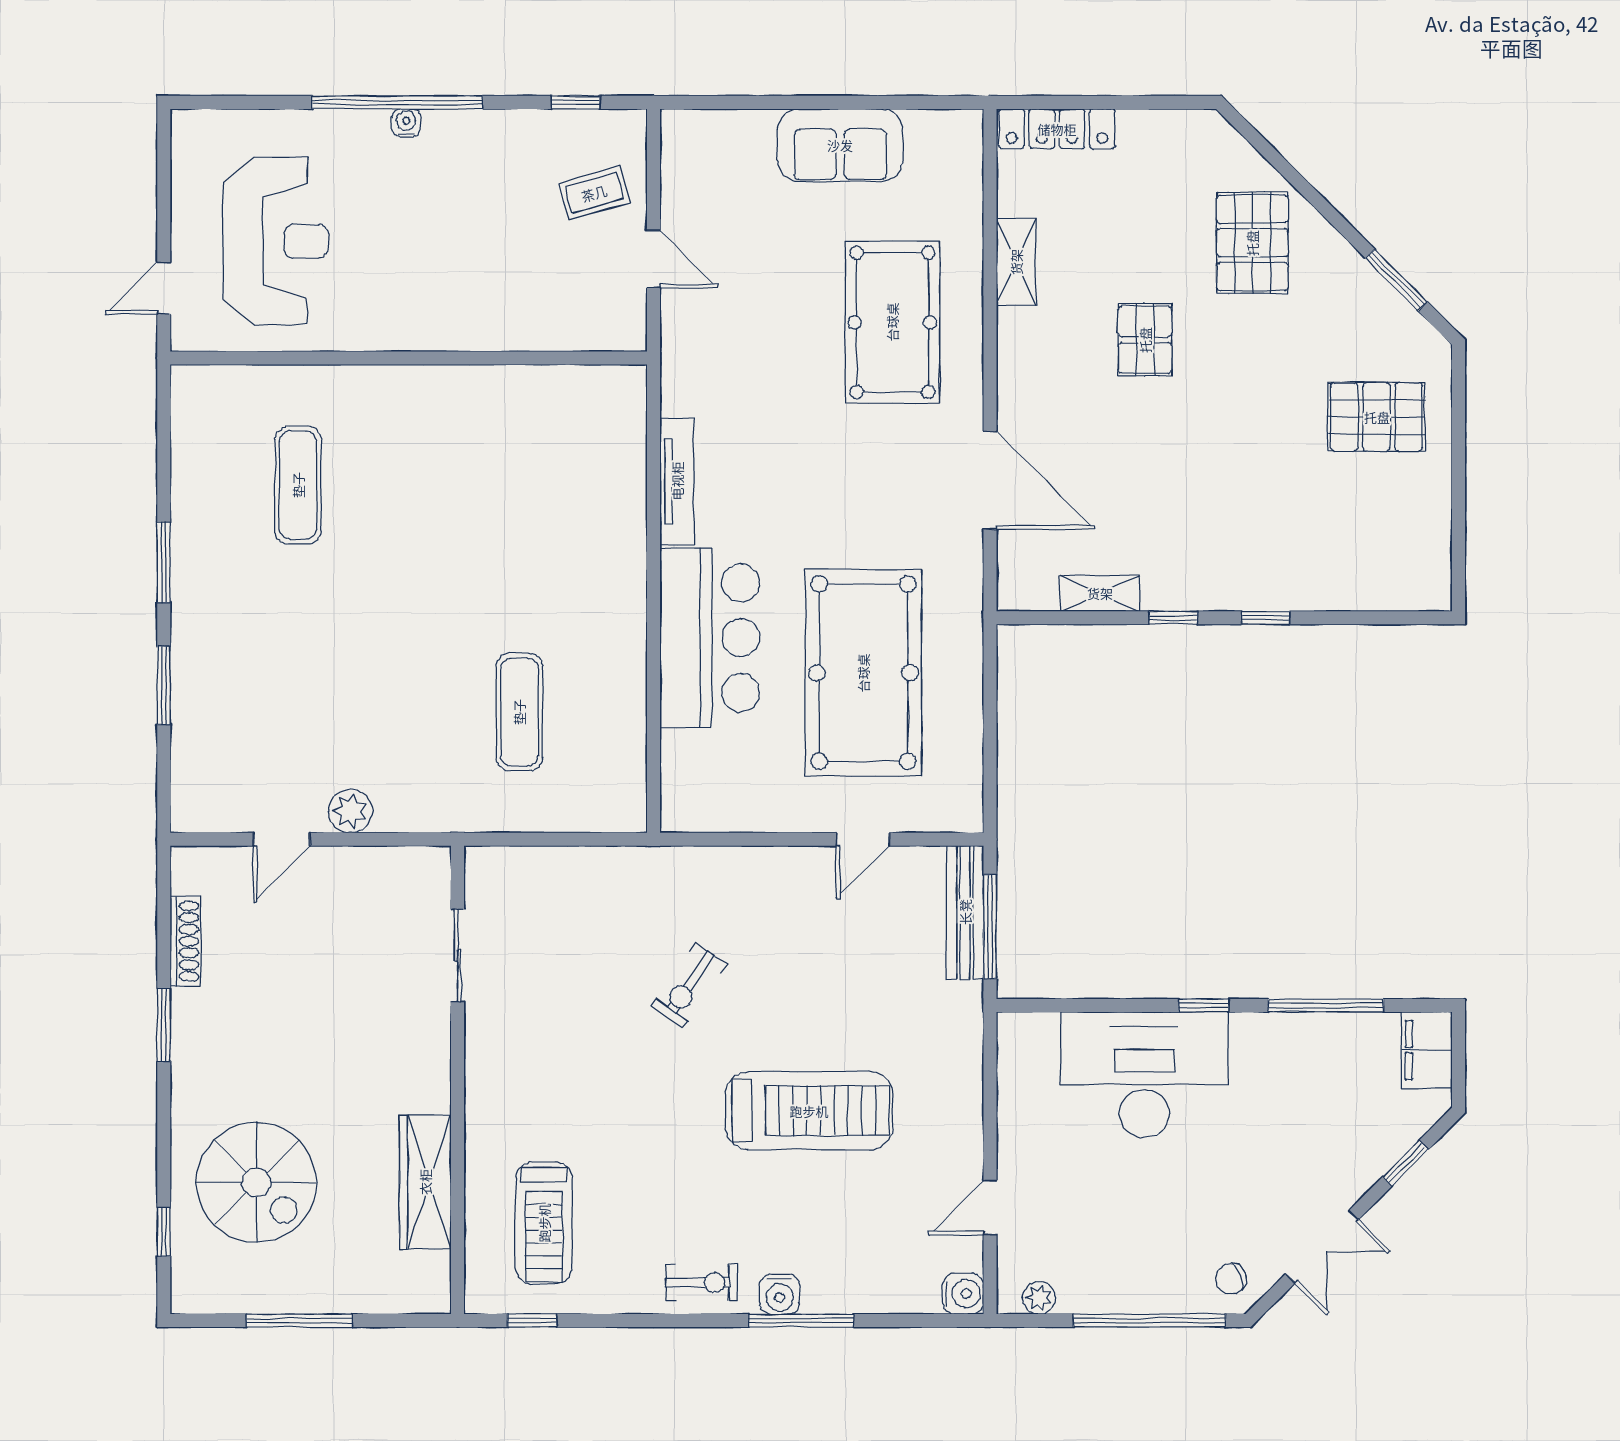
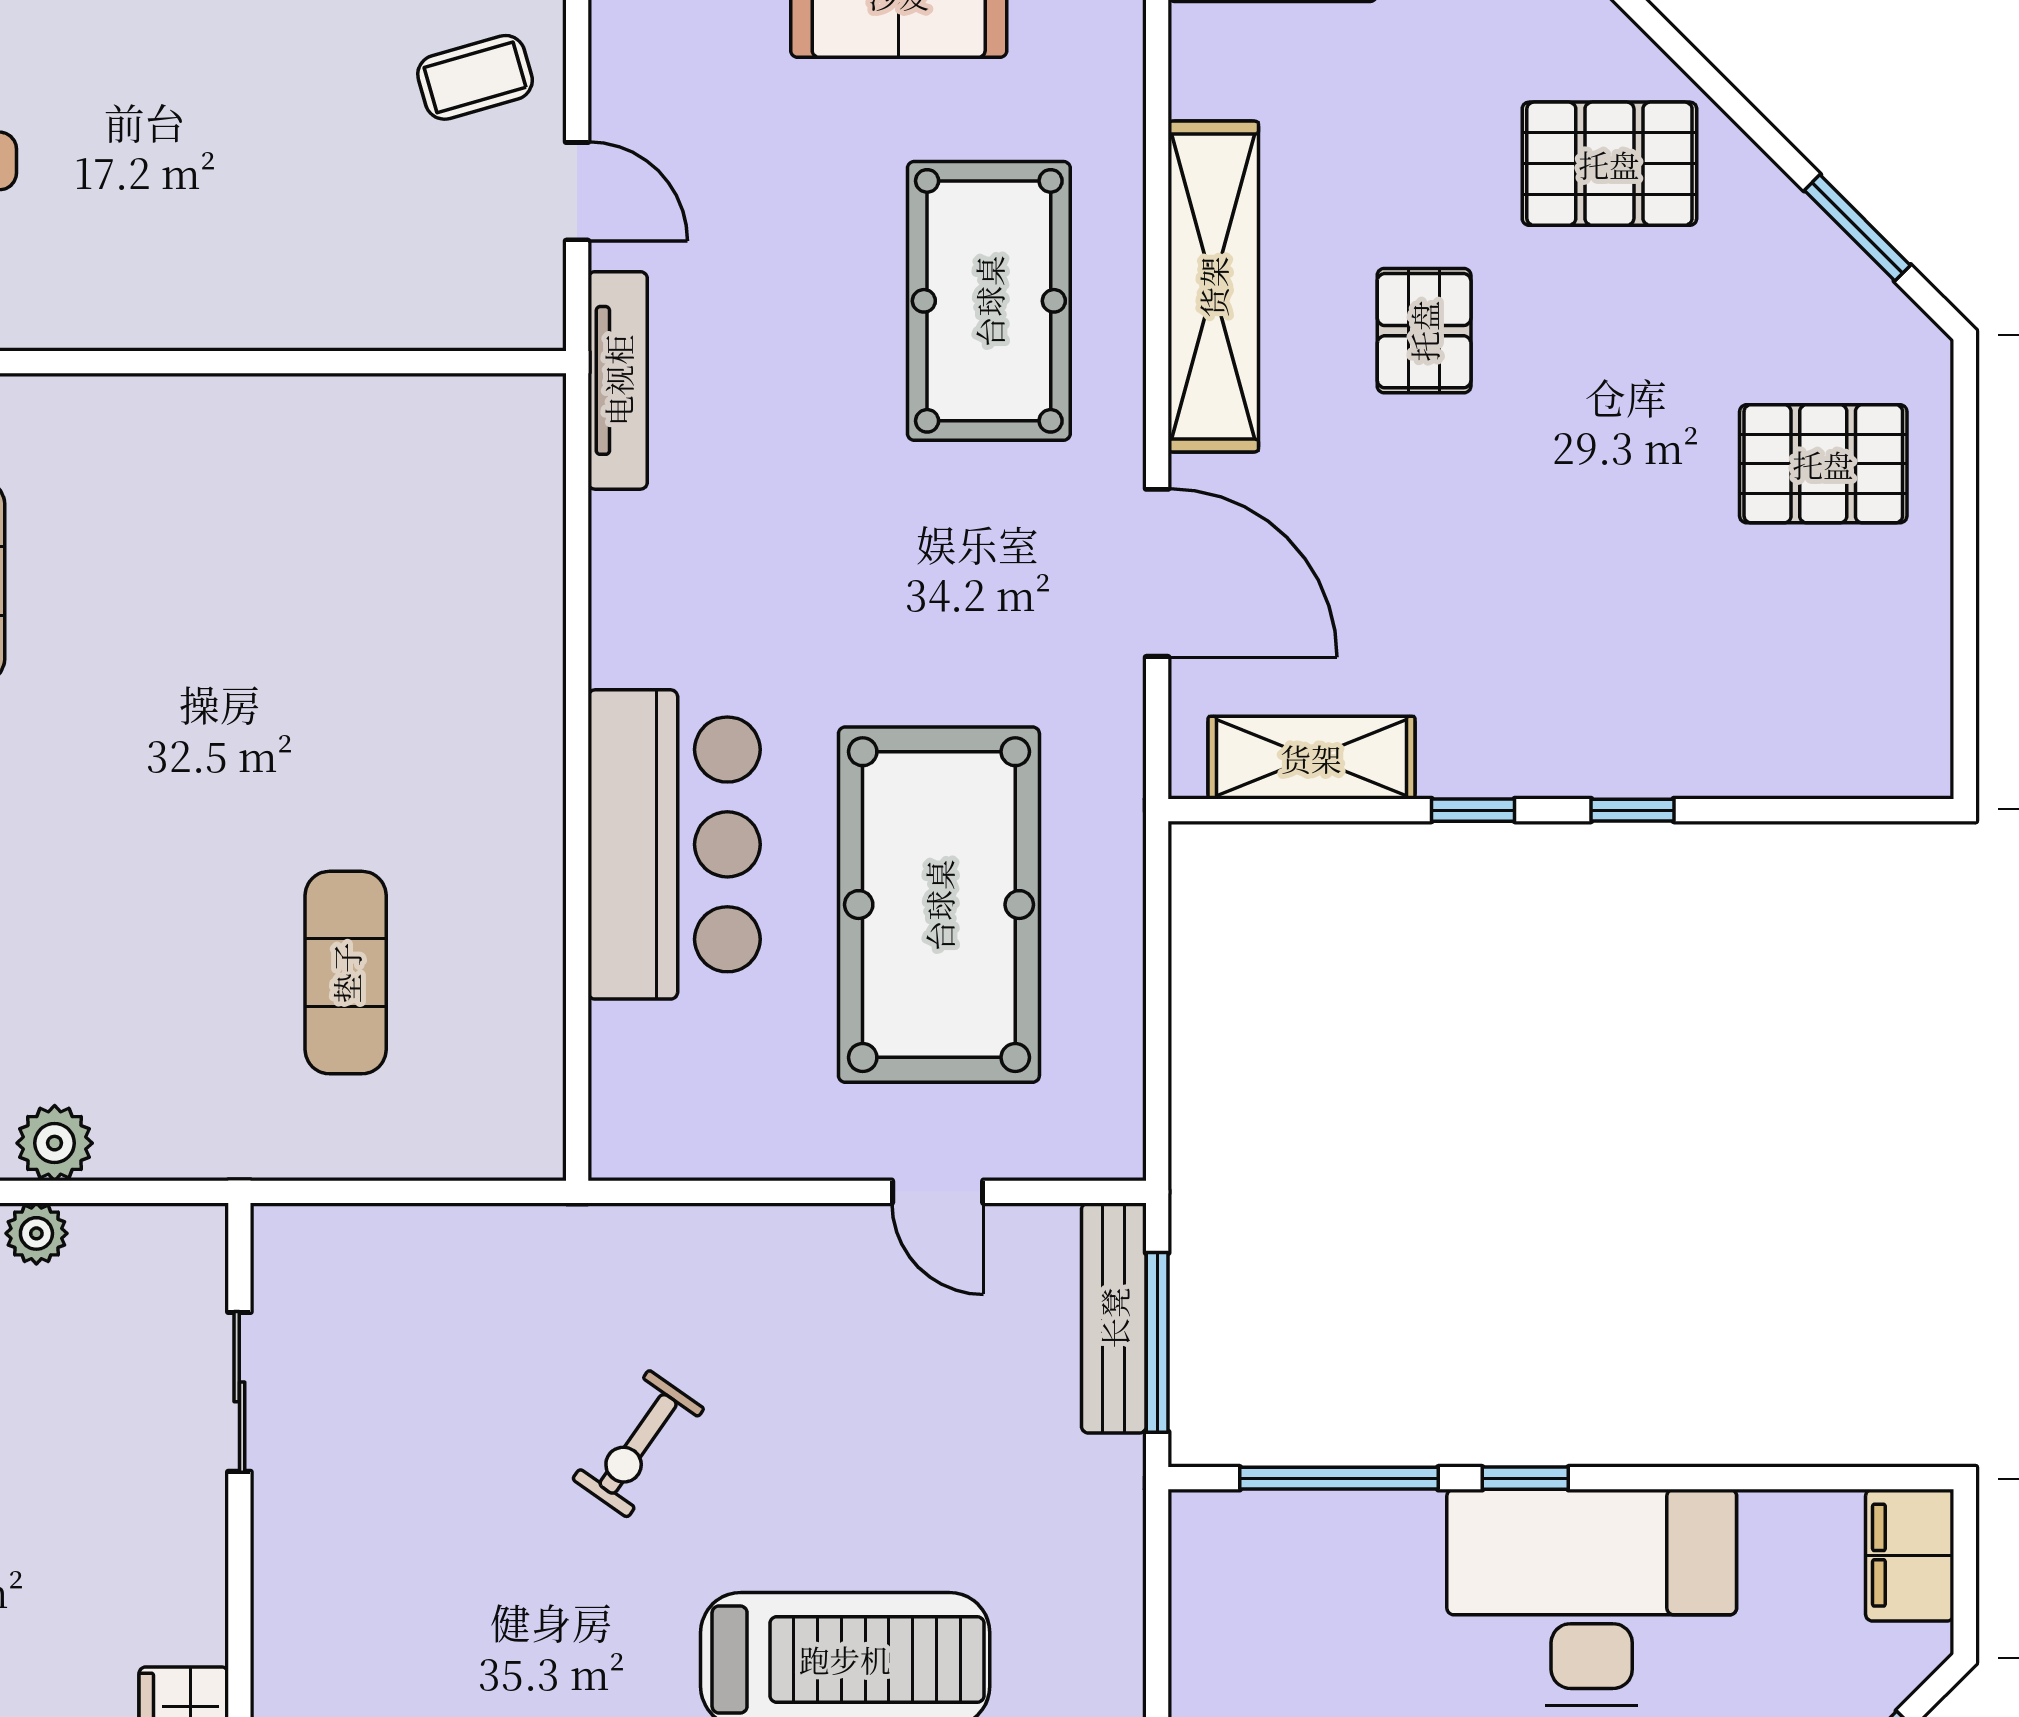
pallet: (1252, 243) -> (1609, 164), turned 90
shelving: (1016, 262) -> (1213, 287), width x2.20, depth x1.33
tv unit: (677, 481) -> (618, 380), moved
shelving: (1100, 593) -> (1311, 758), width x1.50, depth x1.33
door: (863, 839) -> (938, 1192), hinge flipped
plant: (340, 863) -> (36, 1233), added
window: (1326, 1005) -> (1339, 1478), moved
desk: (1144, 1075) -> (1592, 1598), moved

